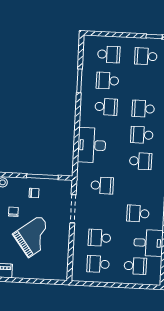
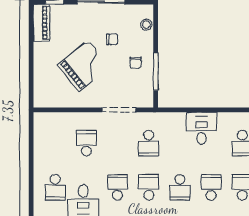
desk: (92, 145) -> (201, 128), width x0.73
grand piano: (34, 237) -> (84, 66), turned -92
school desk: (98, 264) -> (149, 187), moved

